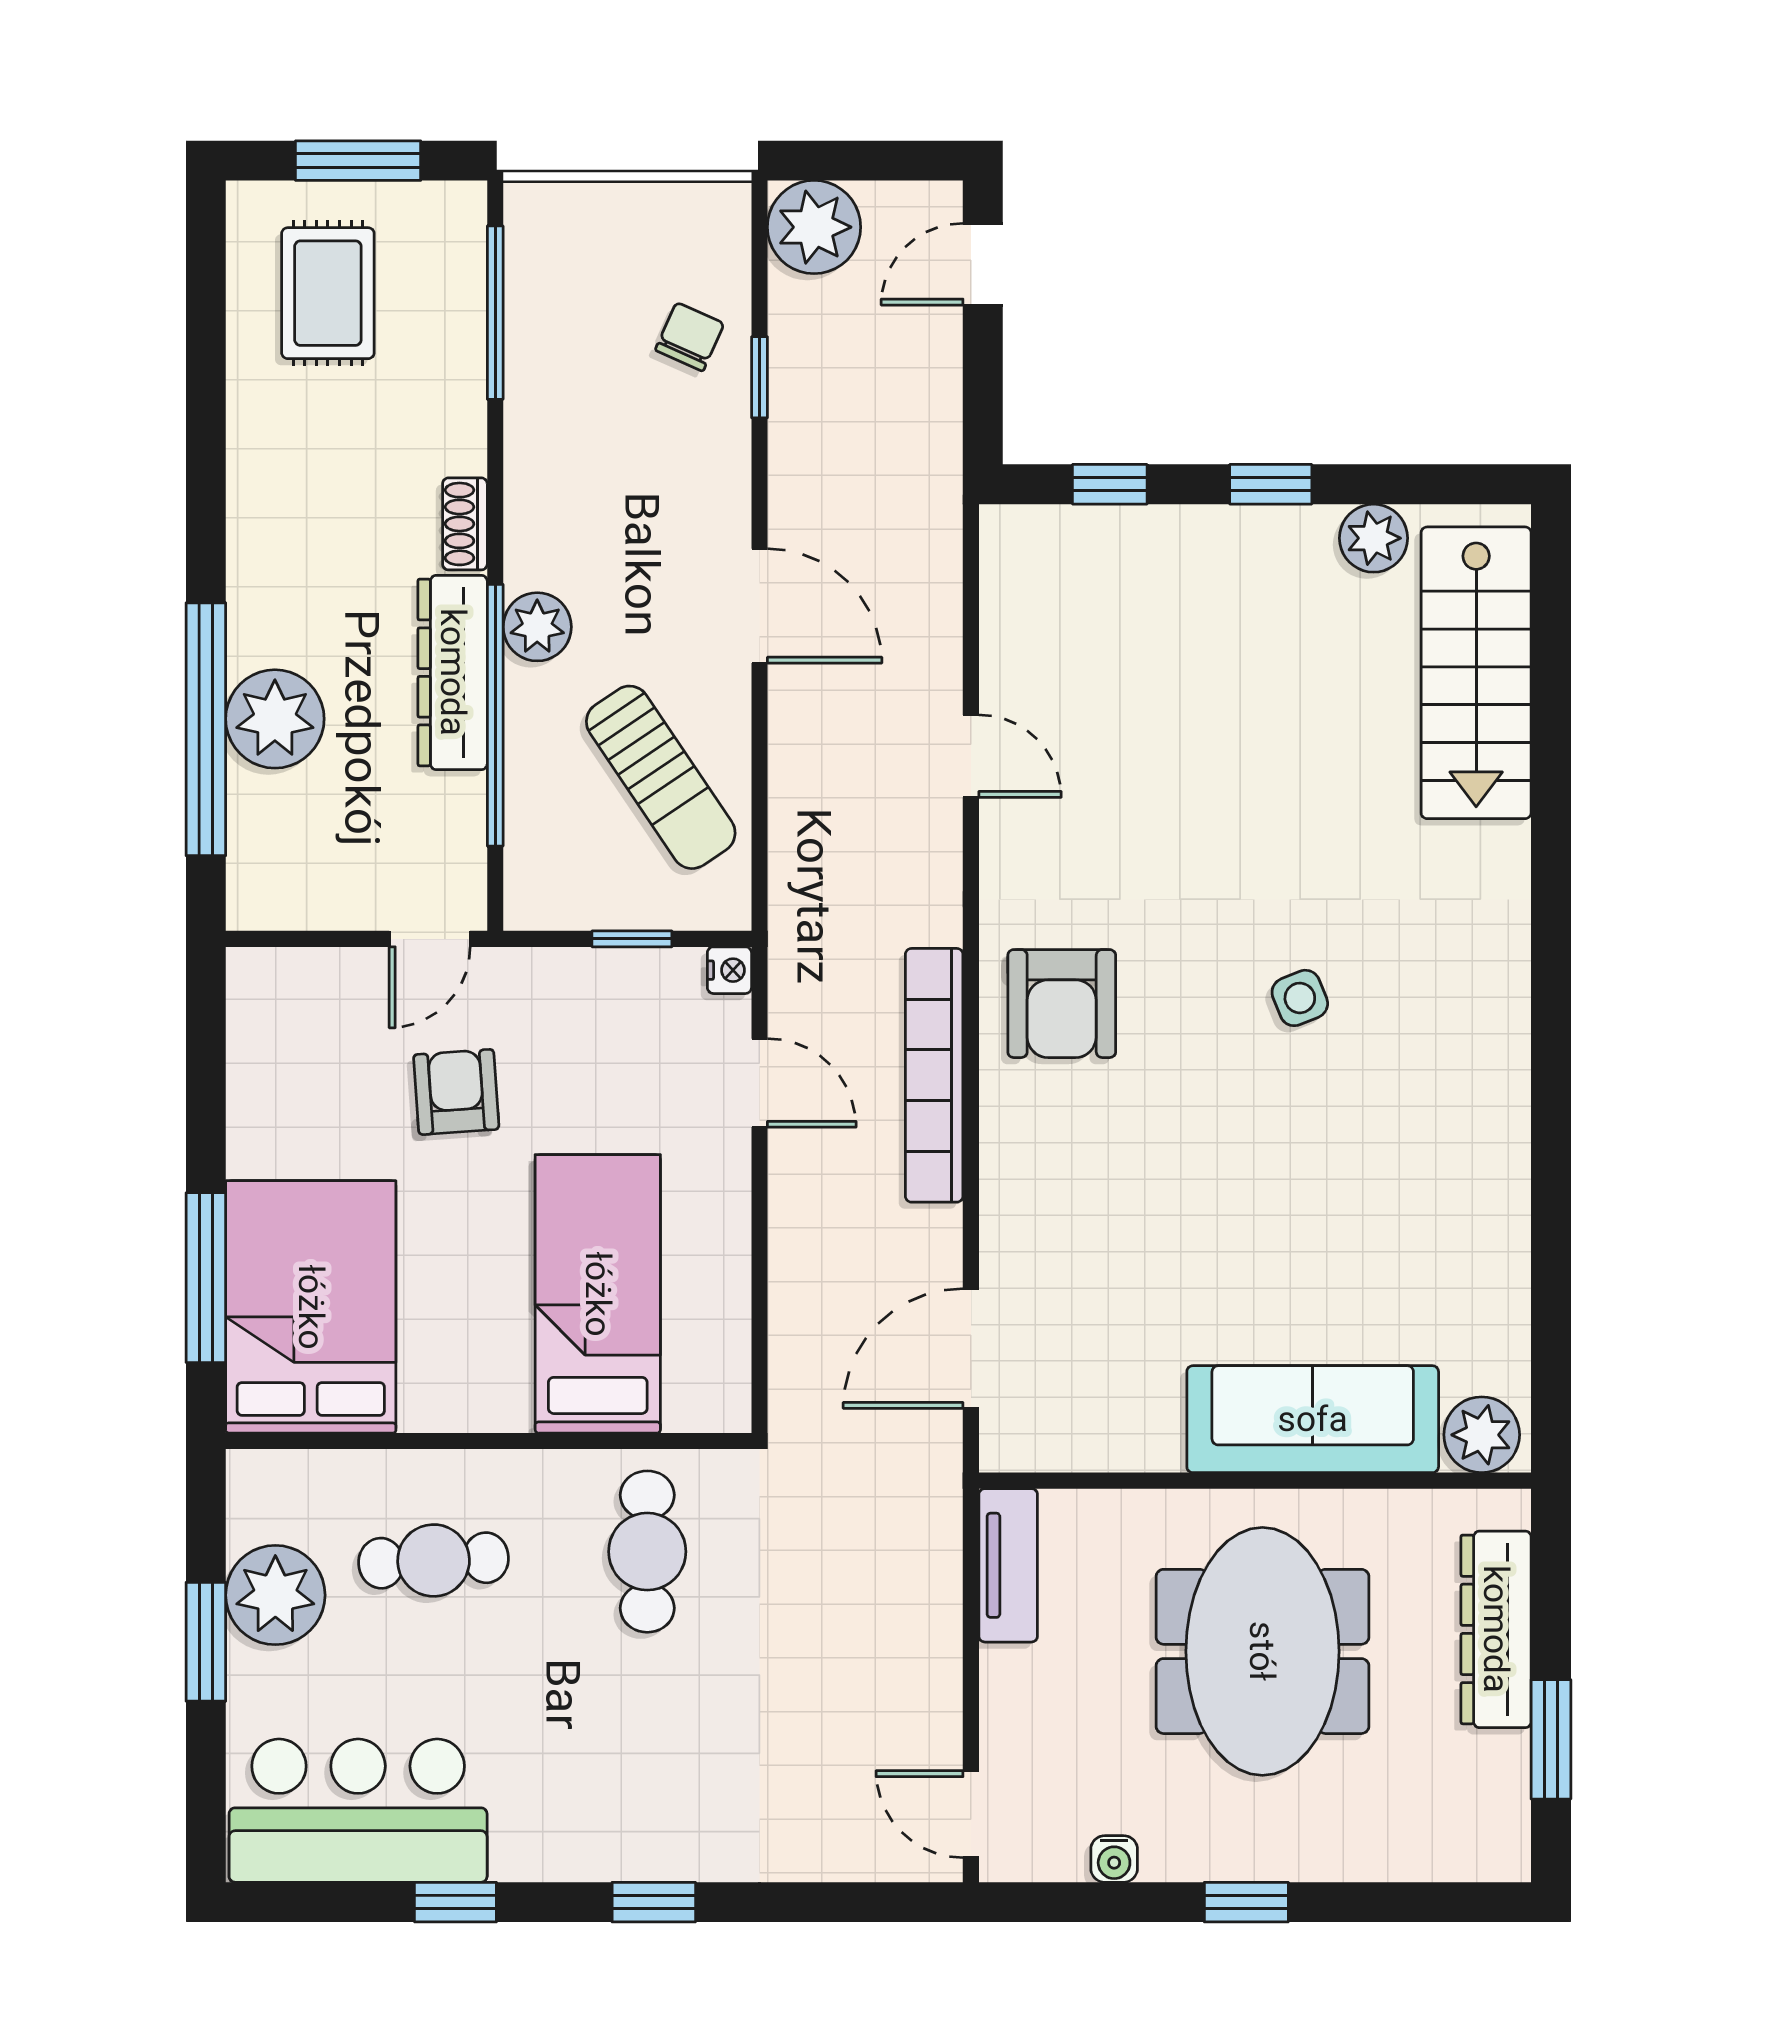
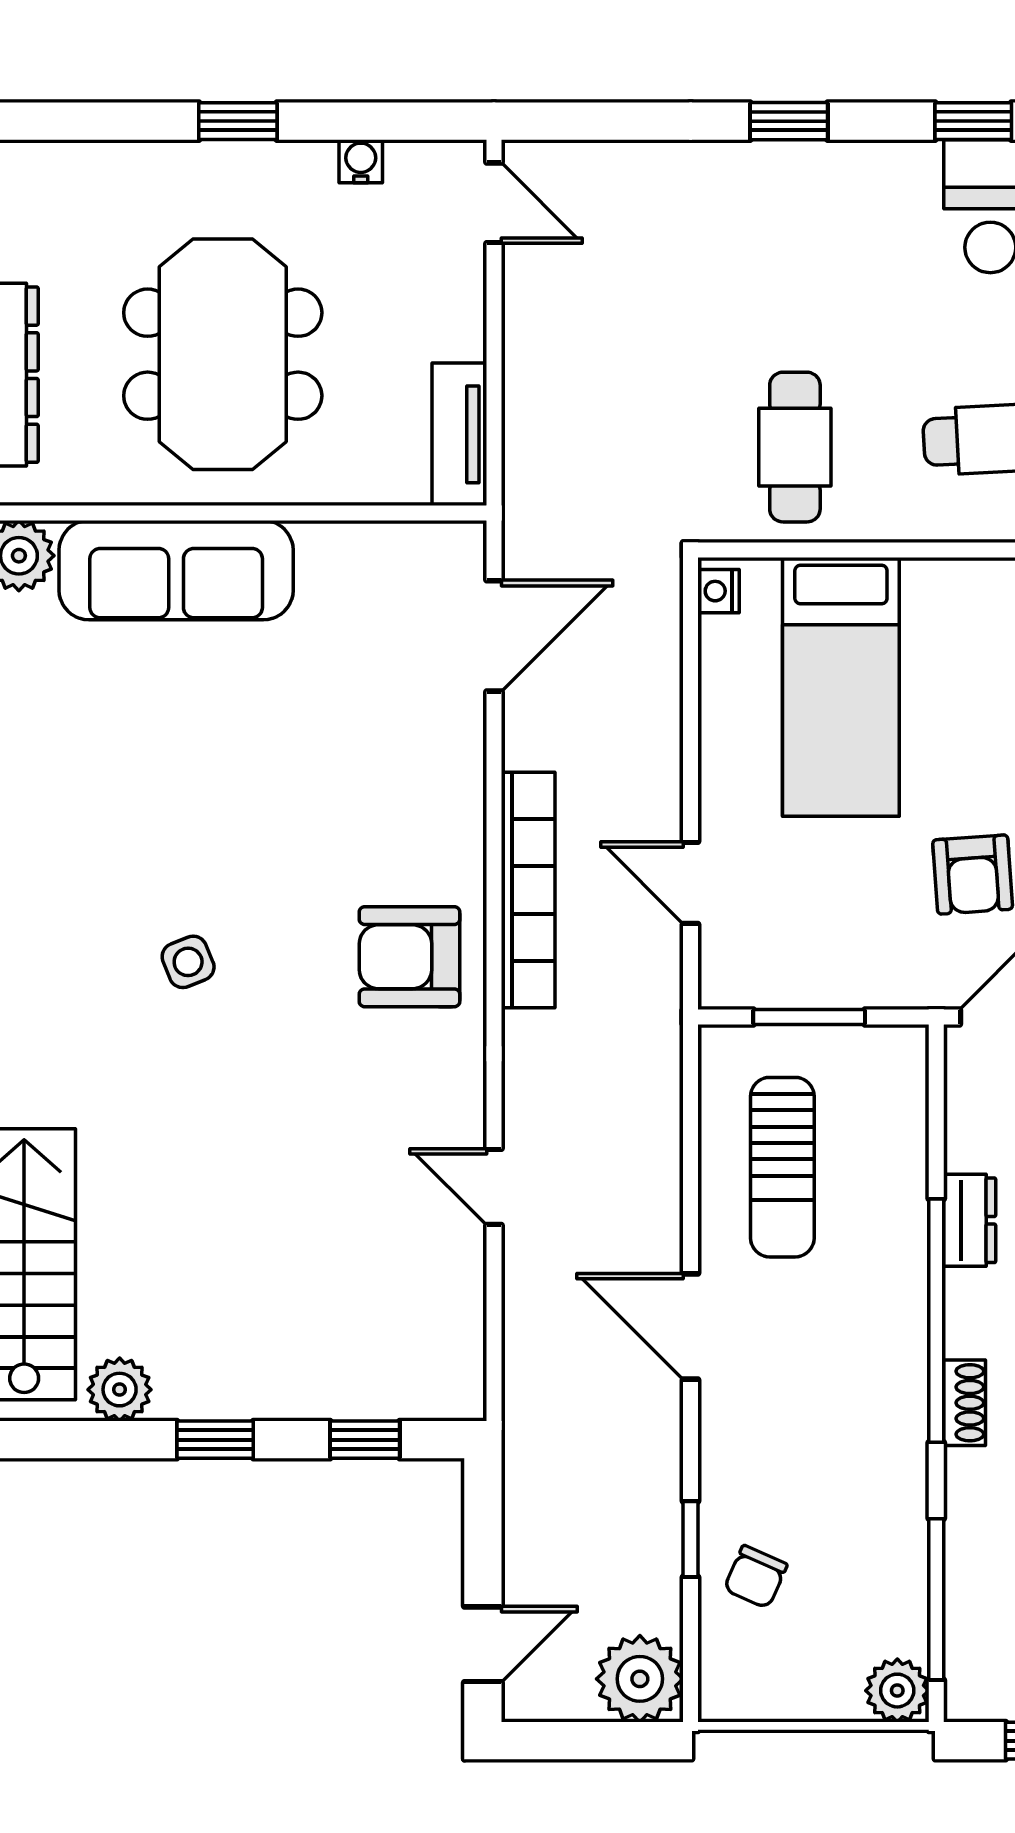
plant: (537, 627) -> (897, 1691), moved
dresser: (453, 672) -> (970, 1220), width x0.51, depth x0.80
window: (495, 715) -> (936, 1321), moved
sun lounger: (661, 777) -> (782, 1167), turned -146
window: (632, 939) -> (809, 1017), width x1.50
nightstand: (729, 970) -> (718, 591), moved
armchair: (1062, 1004) -> (409, 957), turned -90

